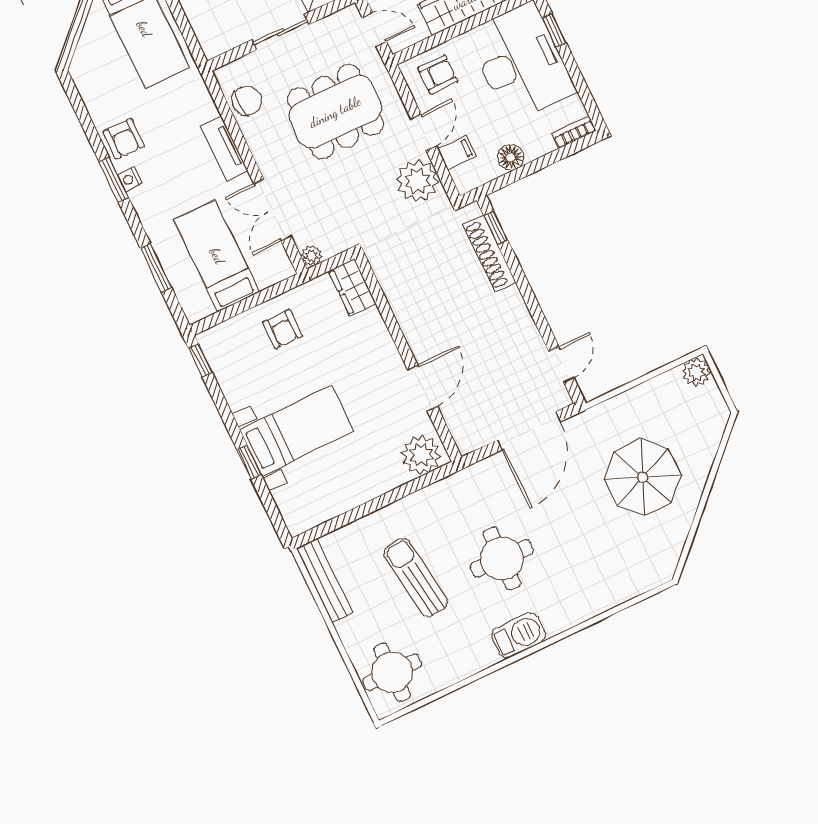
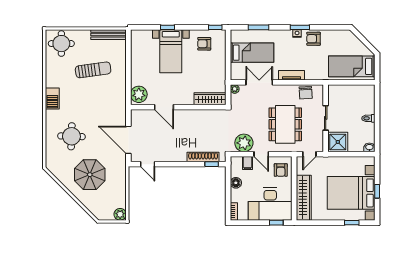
wardrobe: (352, 287) -> (210, 99), width x1.50
armchair: (282, 329) -> (204, 44), moved
round table: (502, 558) -> (71, 136), moved

